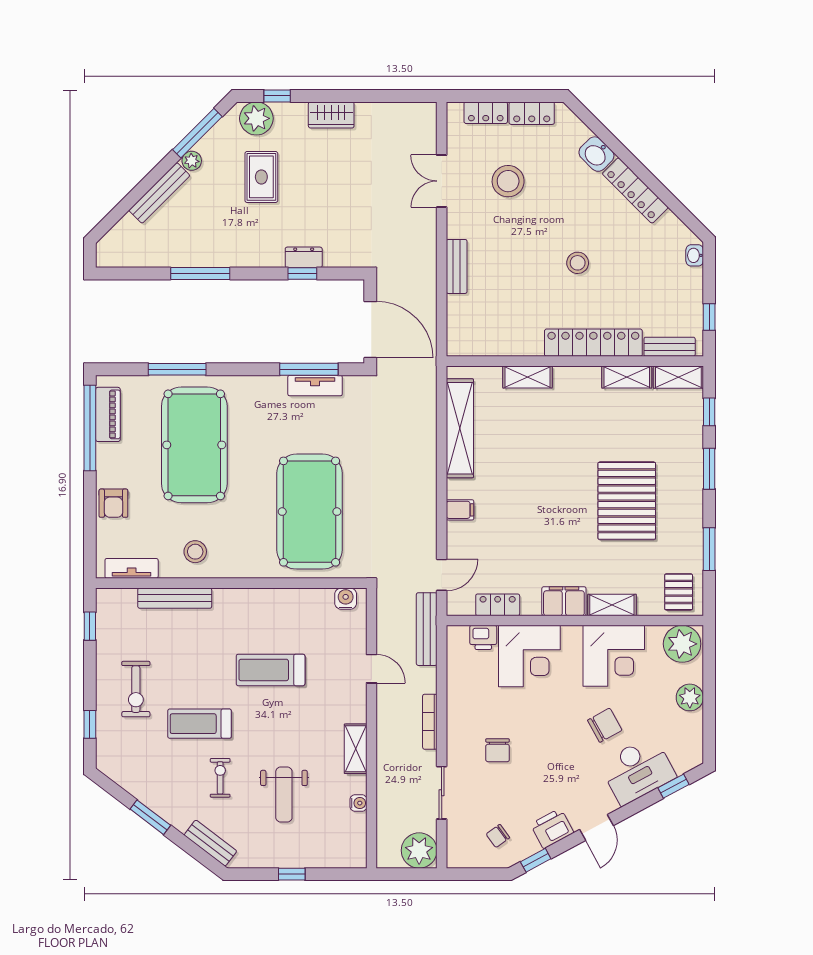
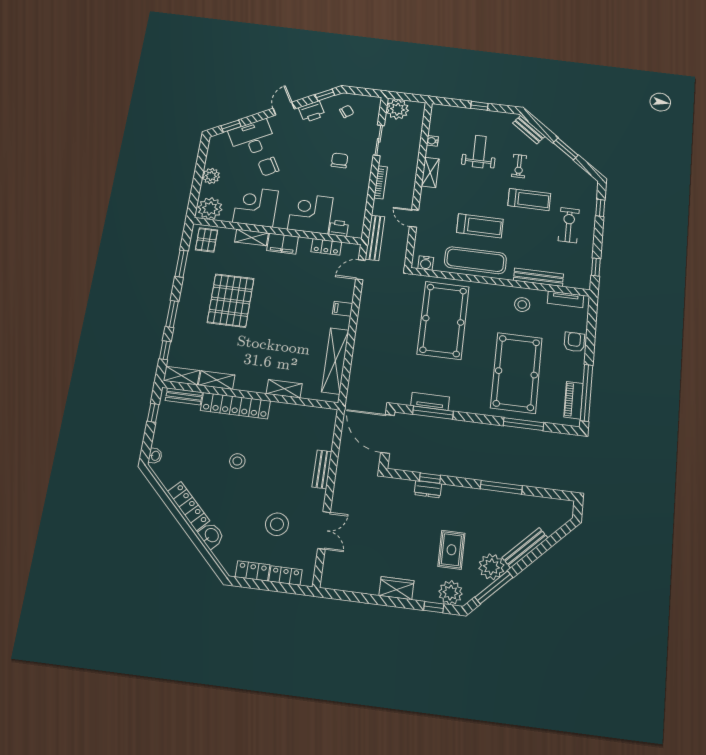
plant: (192, 161) -> (491, 567), width x1.88, depth x1.88
exercise mat: (272, 613) -> (475, 260), added

